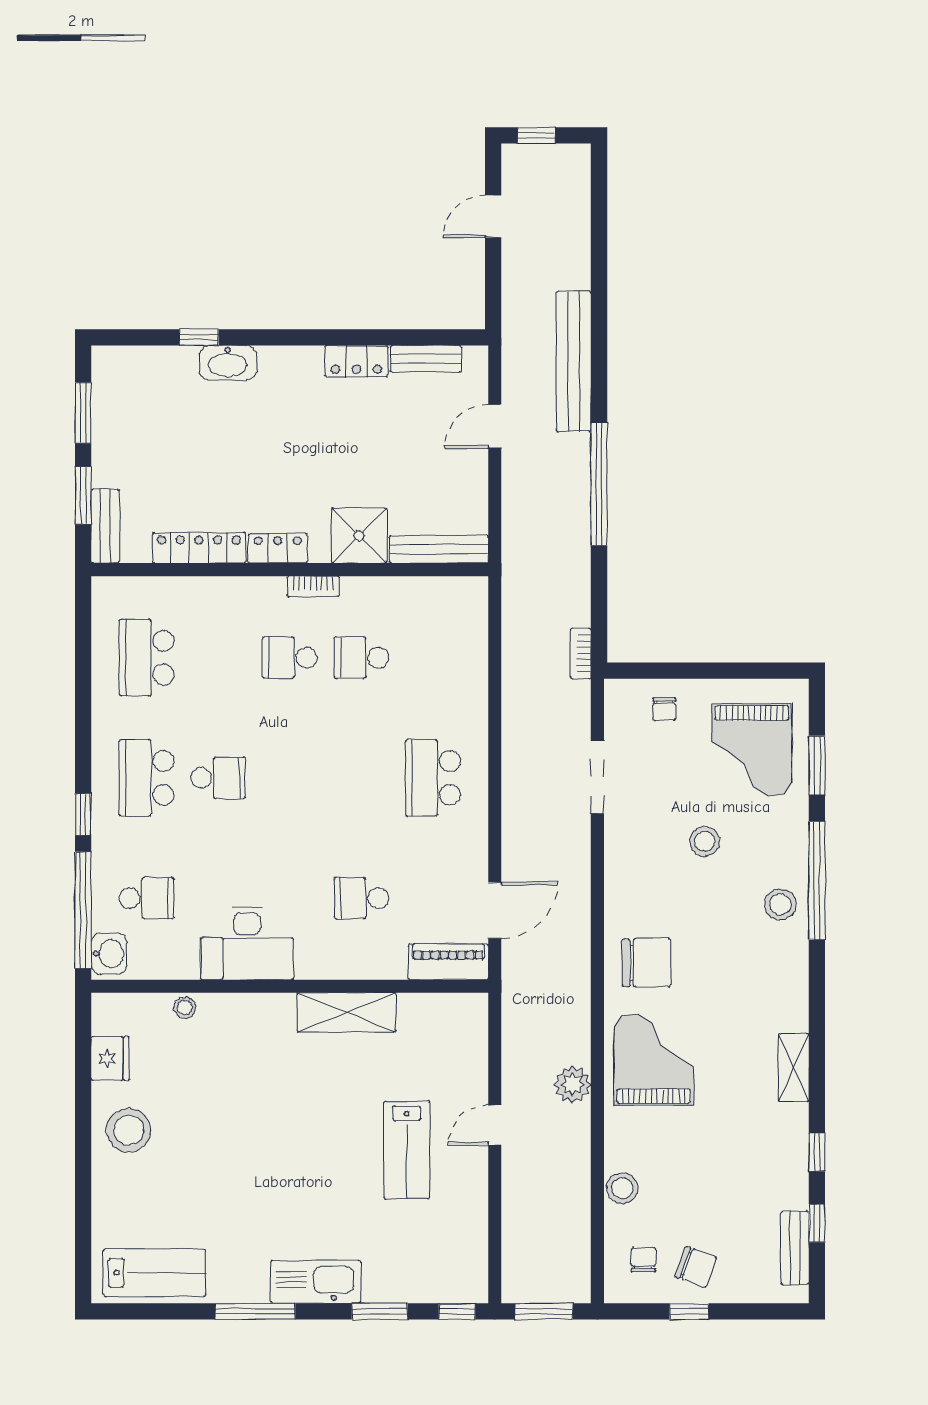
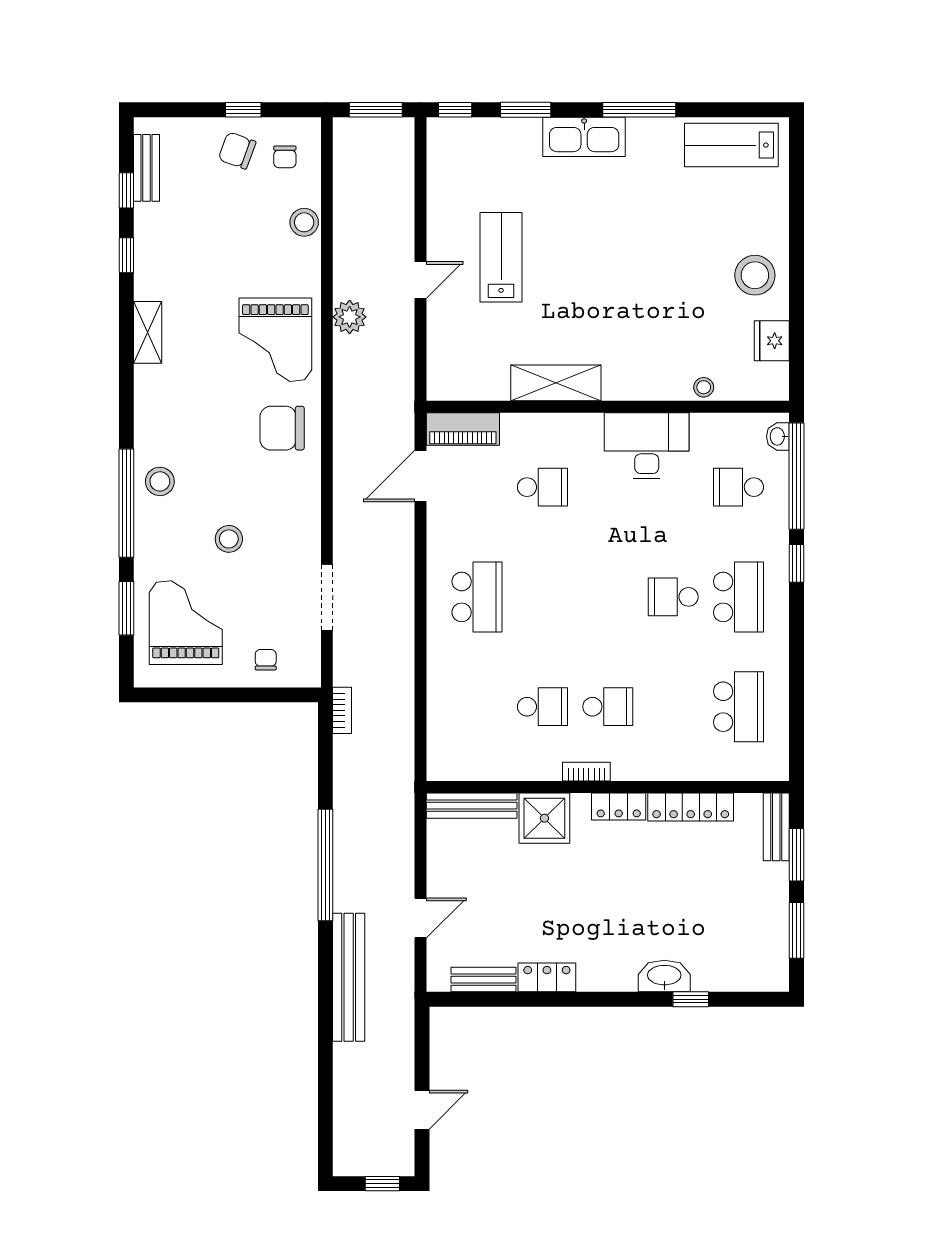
washbasin: (109, 954) -> (778, 436), width x0.72, depth x0.69

